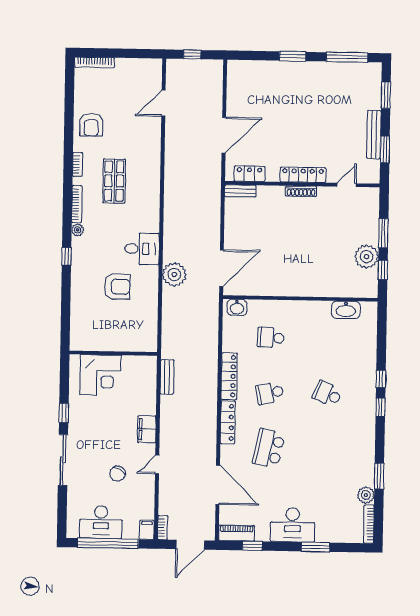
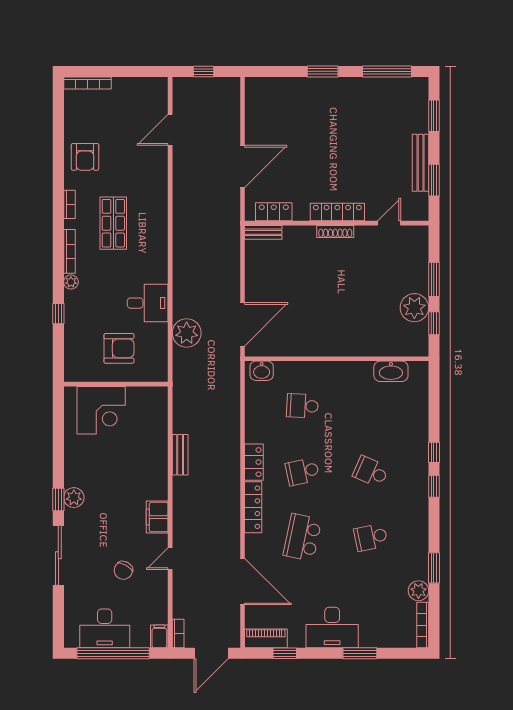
wall: (113, 353) -> (116, 384), moved
corner desk: (100, 375) -> (101, 410), moved
locker: (229, 376) -> (254, 462), width x0.66
plant: (77, 412) -> (74, 498), added
school desk: (326, 449) -> (371, 537), added

